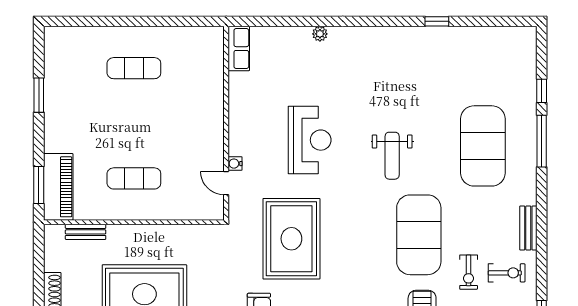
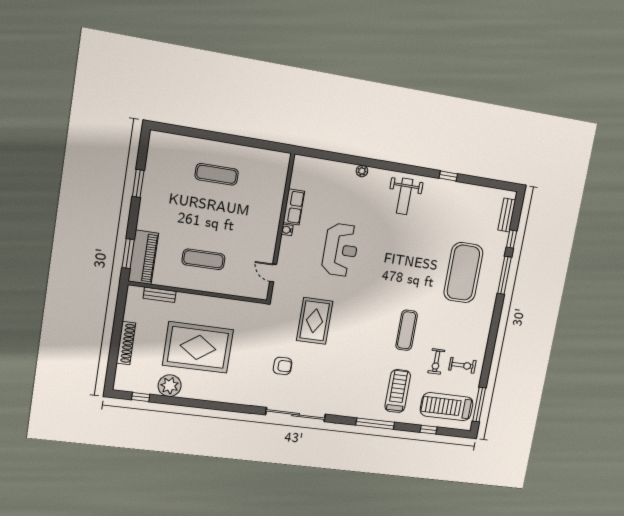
row of seats: (239, 49) -> (294, 207), moved
weight bench: (392, 156) -> (405, 196), moved
water cooler: (235, 164) -> (287, 230), moved
bench: (528, 228) -> (507, 215), moved
exercise mat: (419, 235) -> (407, 330), width x0.50, depth x0.69
rug: (291, 239) -> (315, 321), width x0.73, depth x0.69

